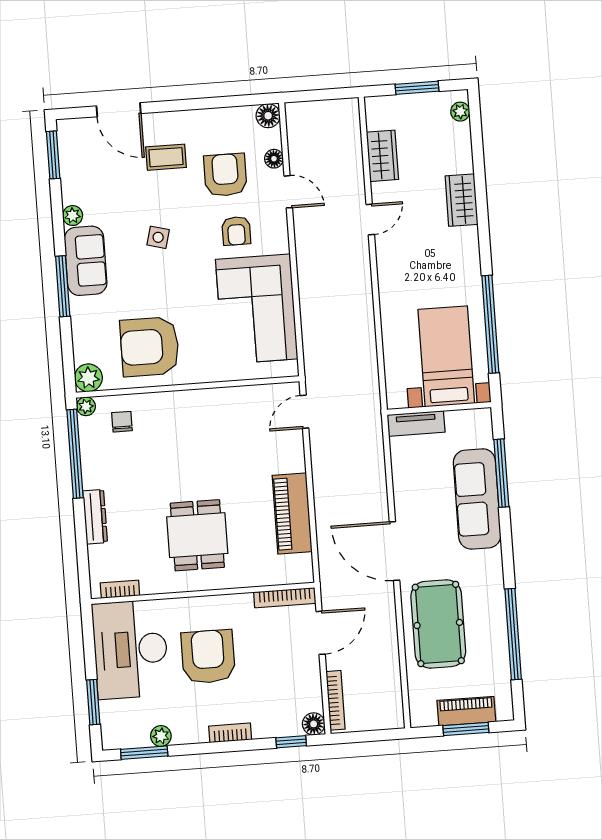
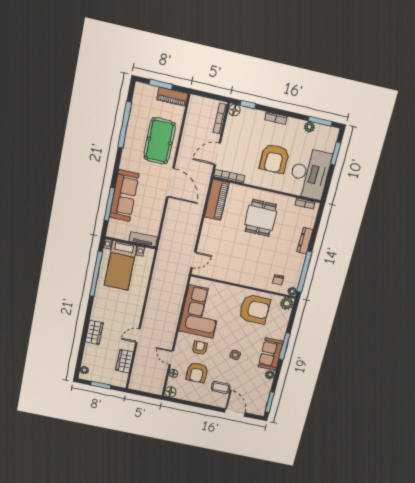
piano: (292, 513) -> (217, 200), moved
piano: (466, 711) -> (172, 97), moved

